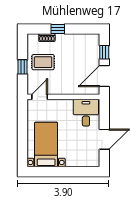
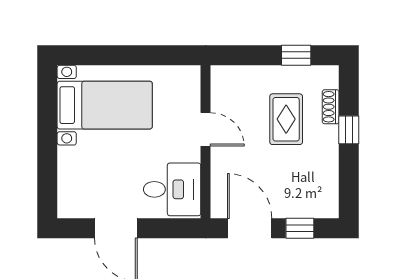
rug: (43, 62) -> (286, 119), moved
window: (22, 67) -> (296, 55), moved
door: (40, 97) -> (206, 129), moved

